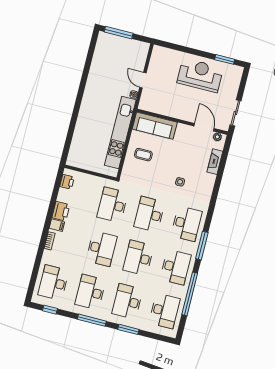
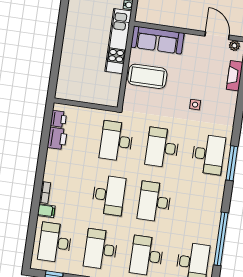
kitchen unit: (120, 133) -> (118, 41), width x0.73
coffee table: (143, 155) -> (147, 76), width x1.86, depth x1.72
printer: (61, 211) -> (57, 138), moved
filing cabinet: (57, 225) -> (46, 211), moved
window: (202, 246) -> (232, 163), moved
desk: (175, 267) -> (200, 208), removed

